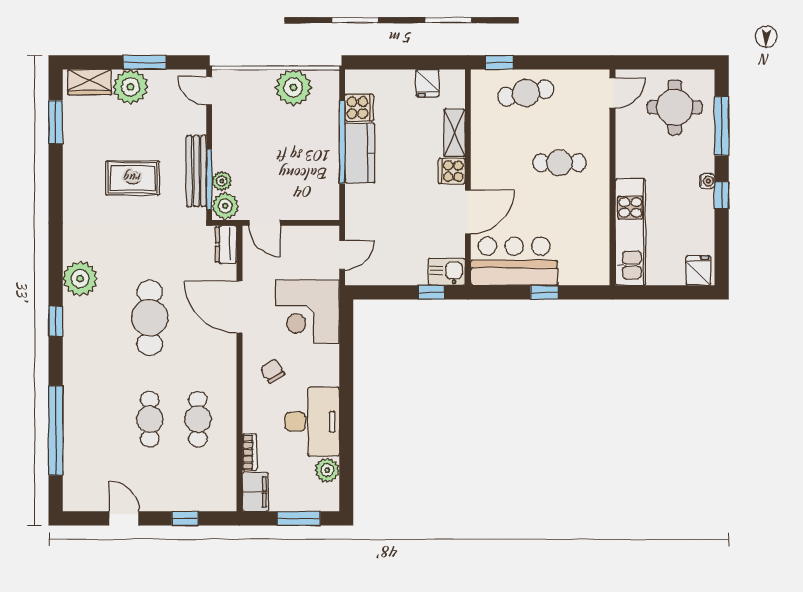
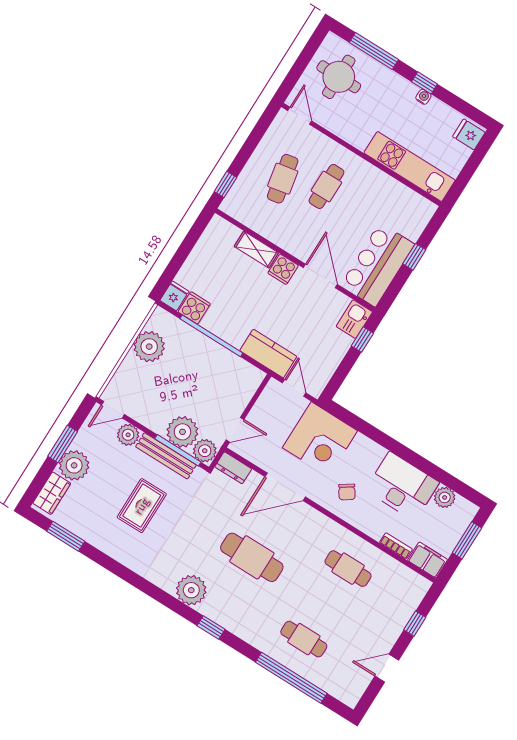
fridge: (427, 83) -> (174, 296), moved, turned -90
cafe table: (526, 93) -> (283, 179), moved
plant: (194, 121) -> (128, 435), added
kitchen counter: (360, 153) -> (268, 354), moved
plant: (222, 181) -> (182, 432), width x1.87, depth x1.87
water cooler: (707, 181) -> (423, 97), moved
chair: (272, 371) -> (347, 492), turned -93
cafe table: (150, 419) -> (304, 639), moved

